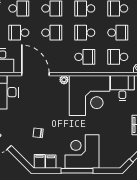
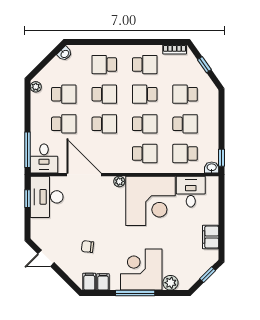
school desk: (19, 33) -> (64, 124), turned 180
school desk: (85, 33) -> (145, 124), turned 180
plant: (106, 162) -> (170, 283), added

